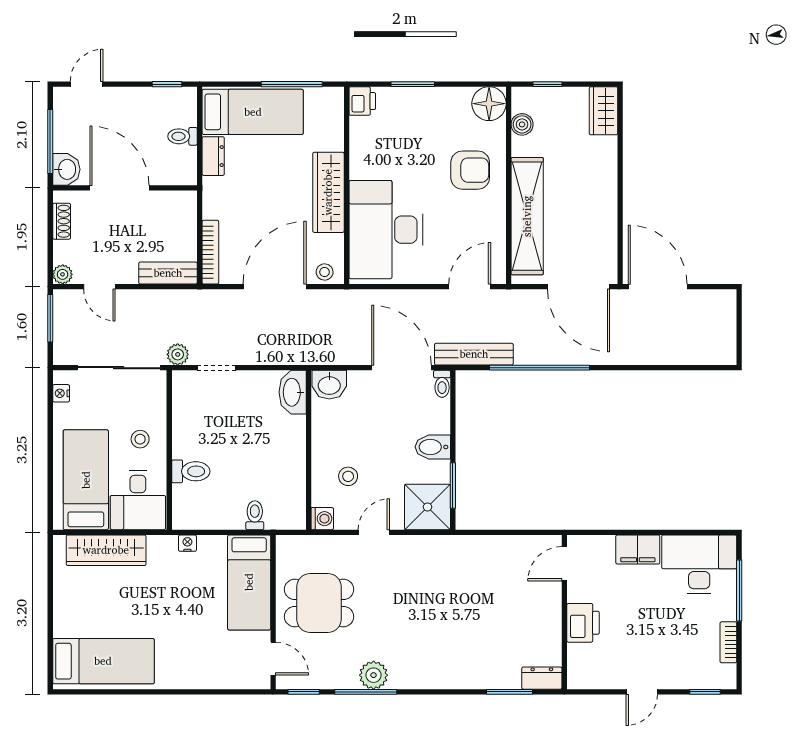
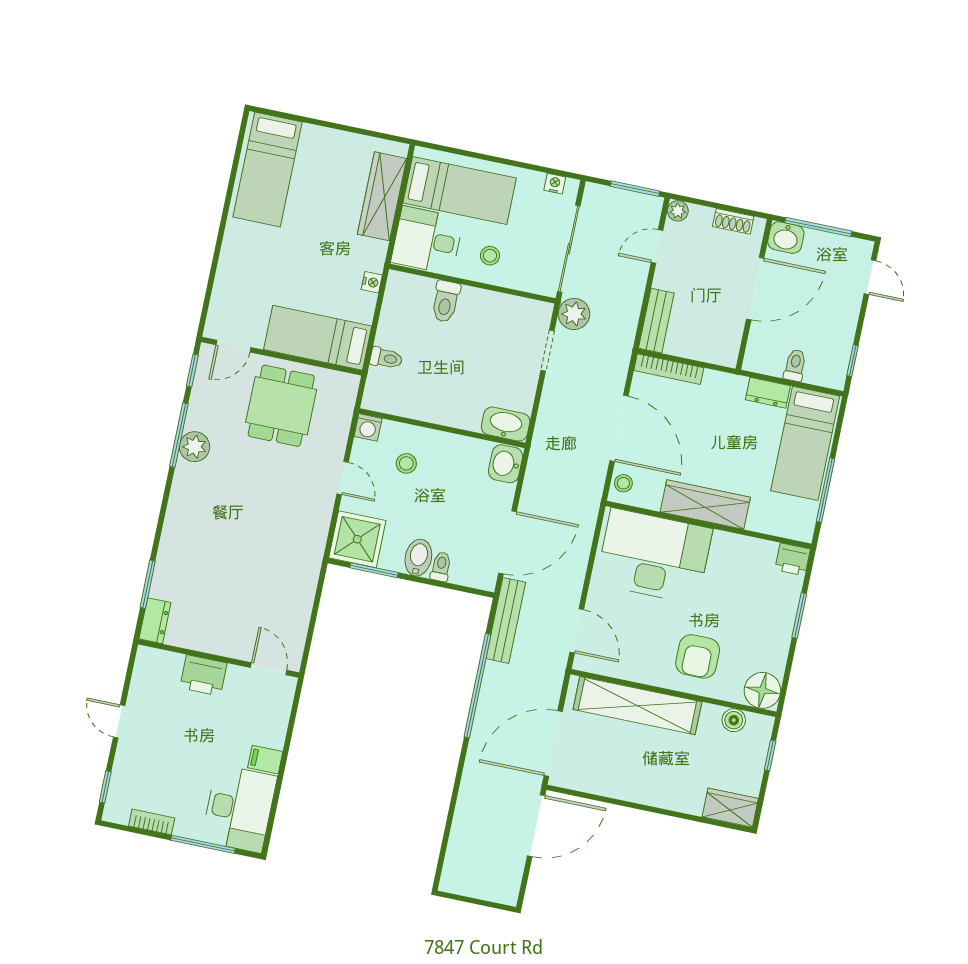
plant: (178, 354) -> (574, 314), width x1.38, depth x1.38
toilet: (442, 384) -> (441, 567), moved, turned 90
filing cabinet: (638, 549) -> (265, 760), width x0.50

